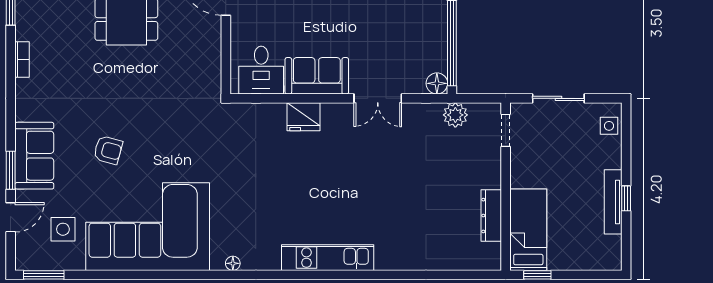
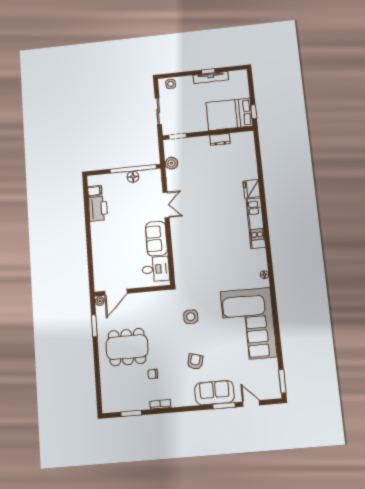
chair: (76, 50) -> (153, 374), added
floor lamp: (437, 83) -> (133, 177), moved
fridge: (304, 117) -> (252, 189), moved, turned 180
armchair: (108, 150) -> (195, 361), moved
dresser: (491, 216) -> (220, 139), width x0.70
side table: (63, 229) -> (191, 317), moved
bed: (528, 230) -> (229, 114), width x1.50

